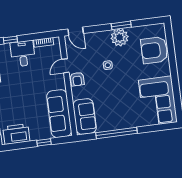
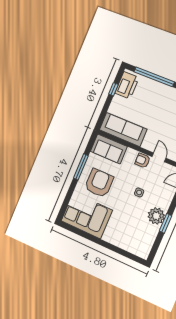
armchair: (154, 50) -> (99, 183), moved
window: (117, 133) -> (81, 167), width x0.68
window: (44, 142) -> (113, 89), moved

